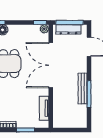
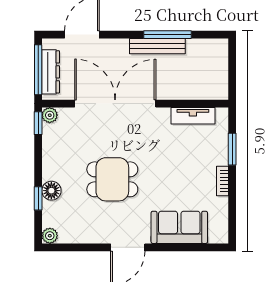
double door: (51, 65) -> (115, 104), swing flipped

